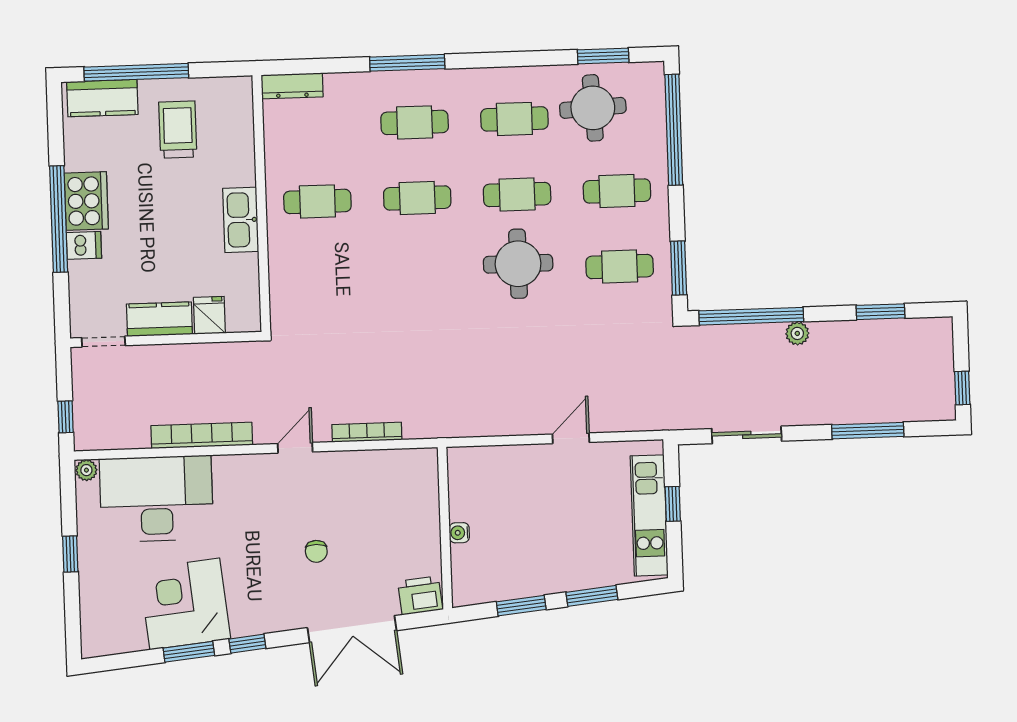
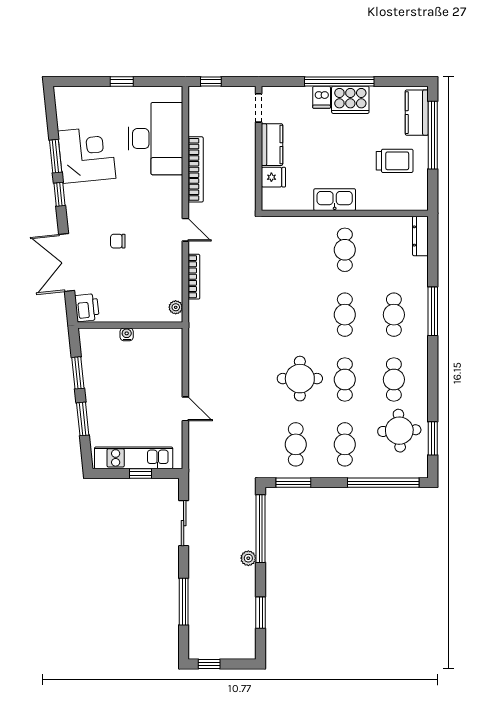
plant: (86, 470) -> (176, 307), moved

